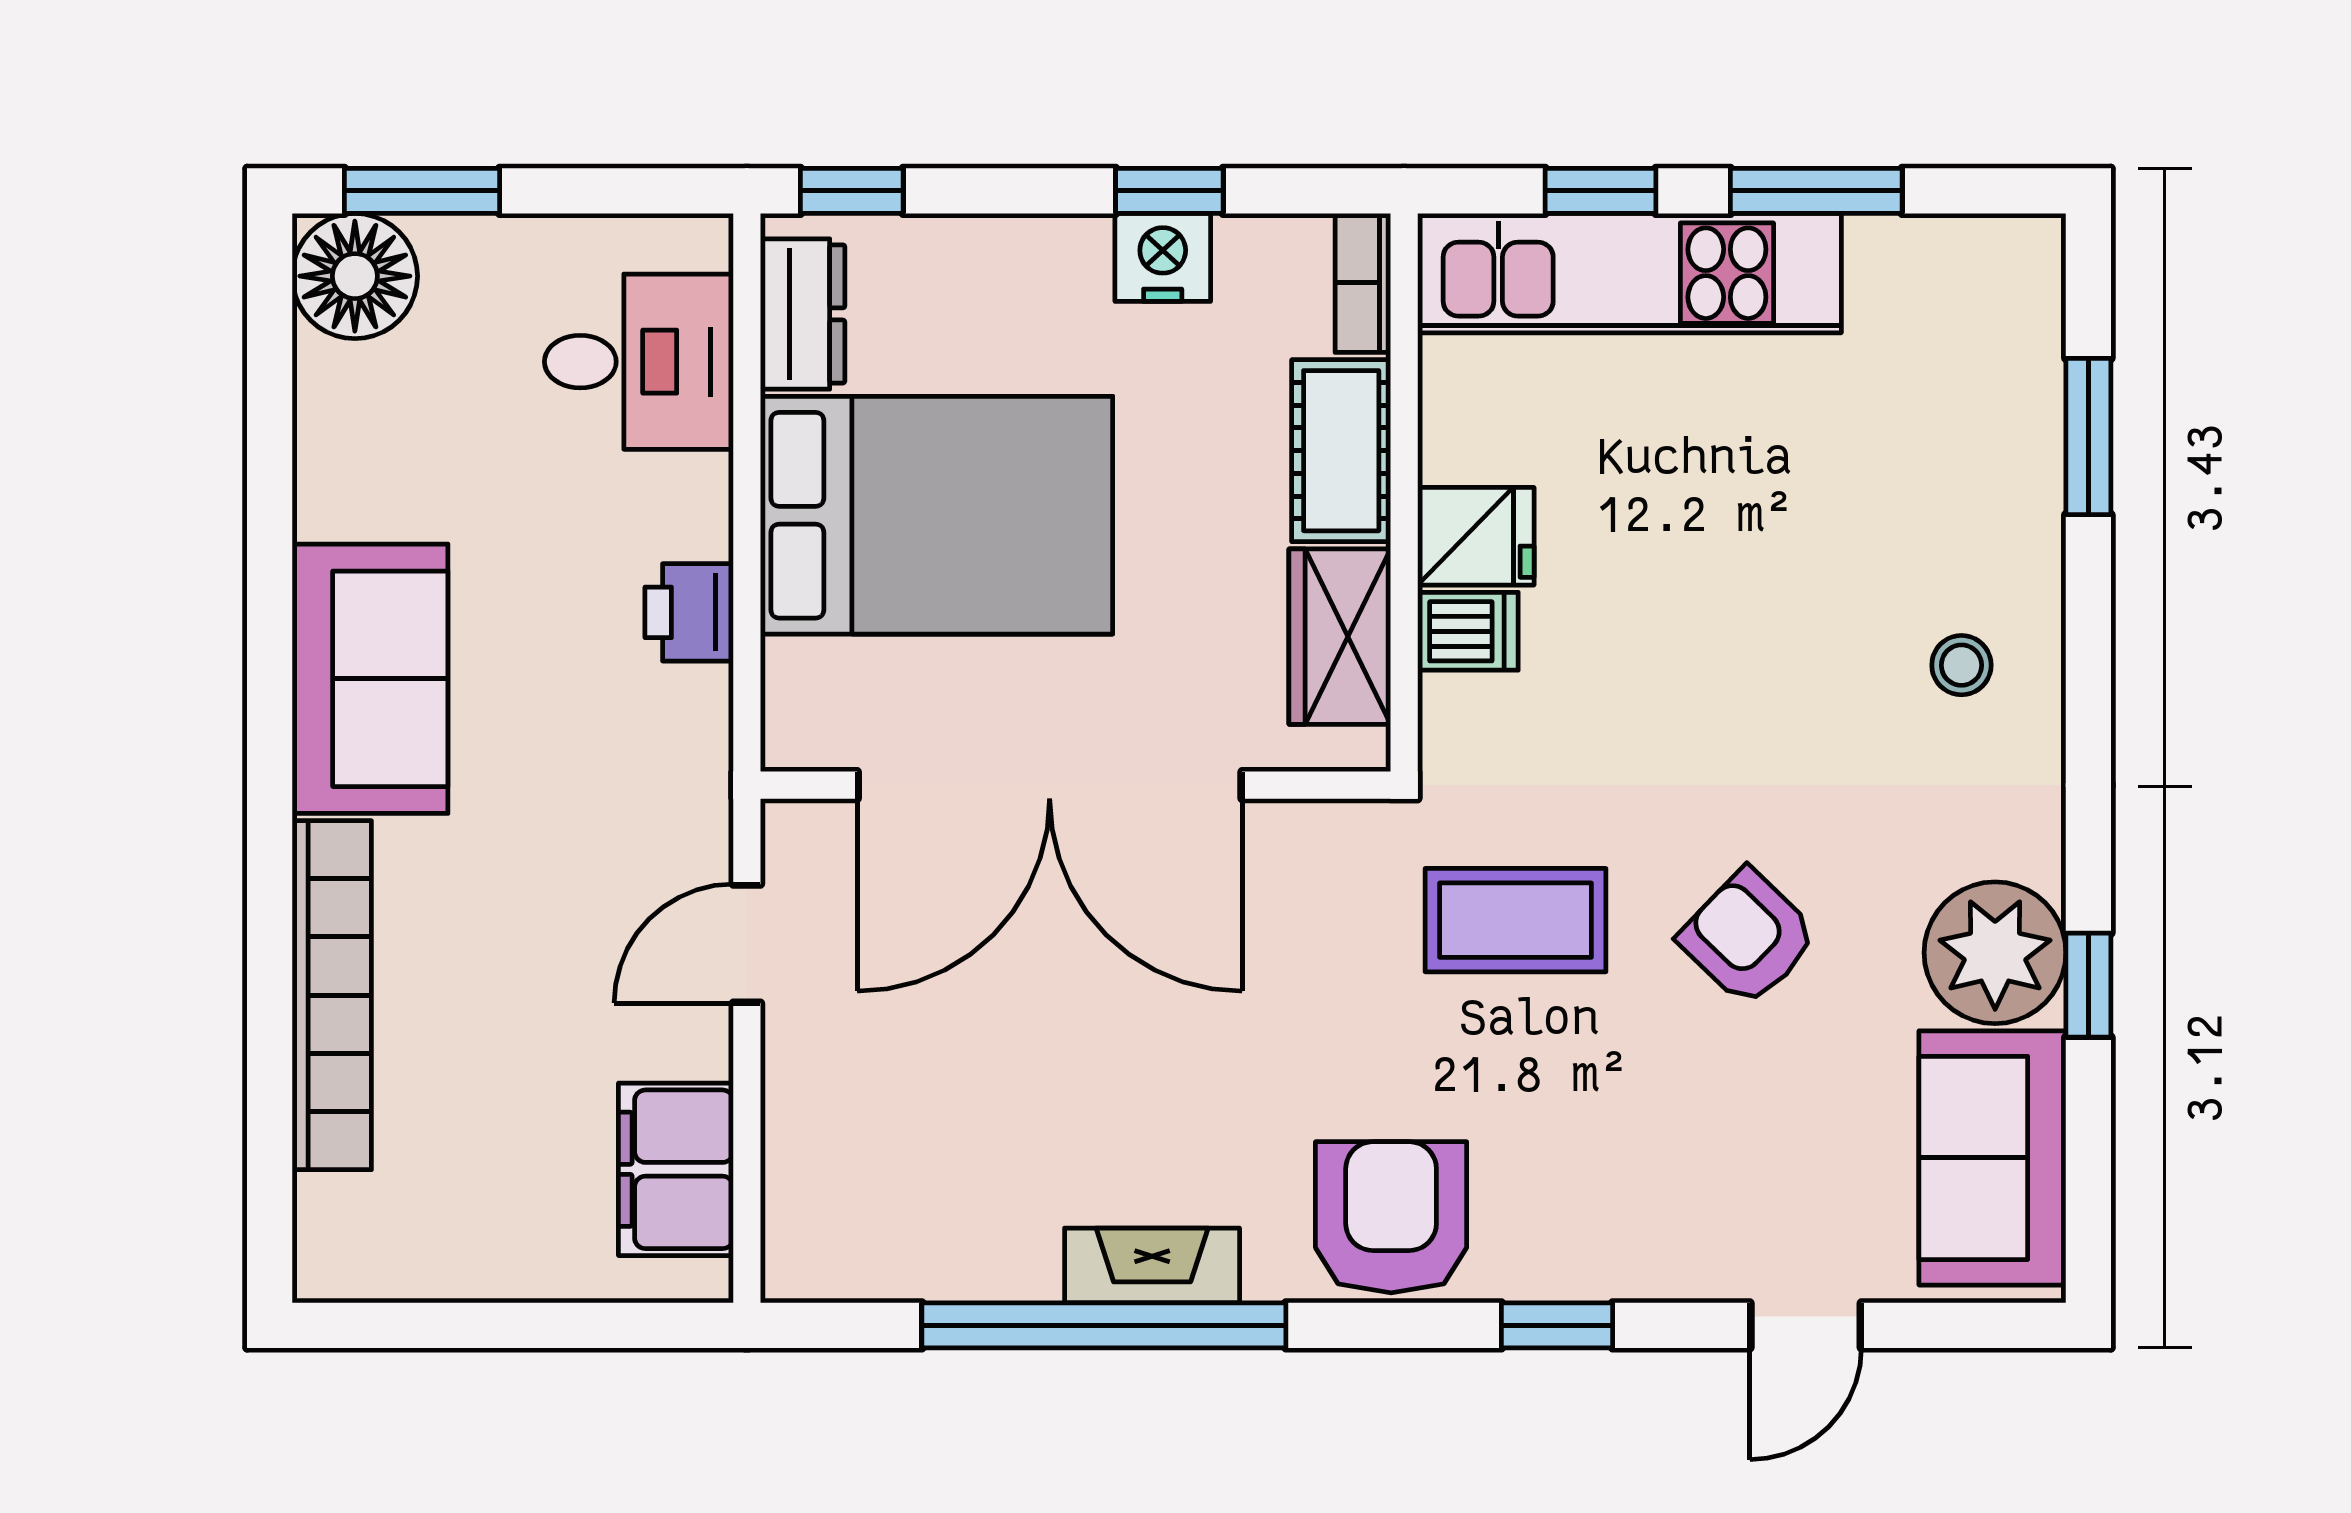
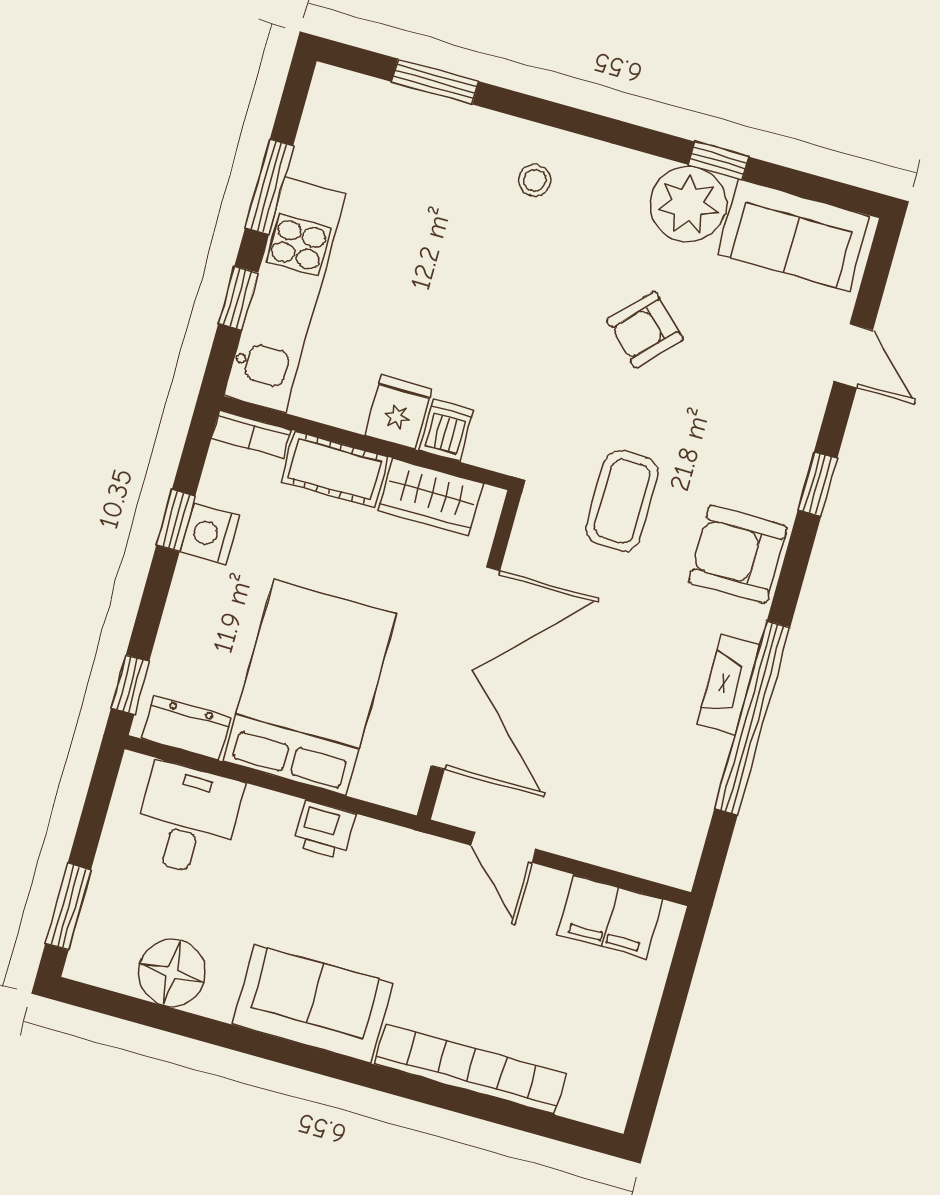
floor lamp: (355, 276) -> (172, 973), moved
coffee table: (1515, 920) -> (622, 501), moved

